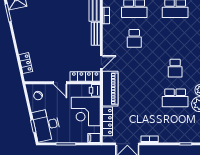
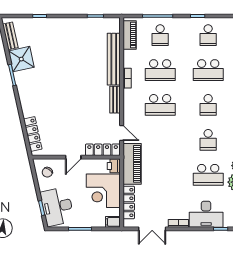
school desk: (134, 38) -> (160, 105), width x1.85
school desk: (175, 38) -> (208, 105), added
door: (101, 62) -> (122, 133), hinge flipped
locker: (26, 63) -> (33, 134), width x1.53
door: (60, 83) -> (73, 157), hinge flipped
desk: (173, 131) -> (206, 214), added

